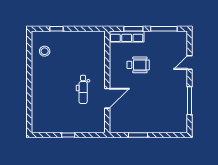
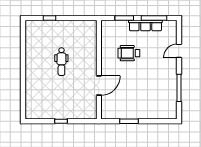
row of seats: (127, 37) -> (145, 26), moved
stool: (45, 51) -> (38, 40), removed
wheelchair: (138, 65) -> (129, 53), turned 180
dental chair: (83, 89) -> (61, 62), moved

